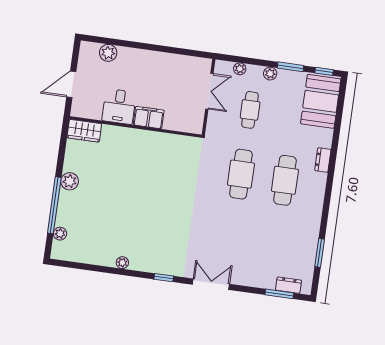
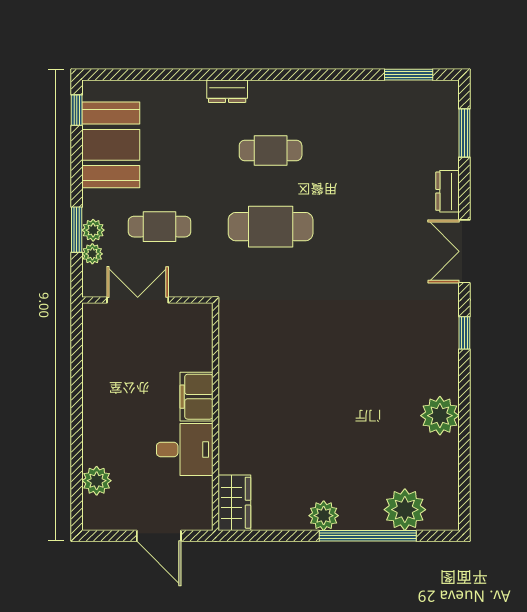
window: (290, 67) -> (77, 230), moved
plant: (270, 74) -> (93, 230), moved
booth: (321, 101) -> (111, 145), moved, turned 90
cafe table: (285, 180) -> (271, 151), width x0.73, depth x0.74
plant: (60, 234) -> (405, 510), width x1.88, depth x1.88
window: (320, 253) -> (409, 75), moved
plant: (122, 263) -> (440, 416), width x1.88, depth x1.88
dresser: (289, 285) -> (447, 191), moved

